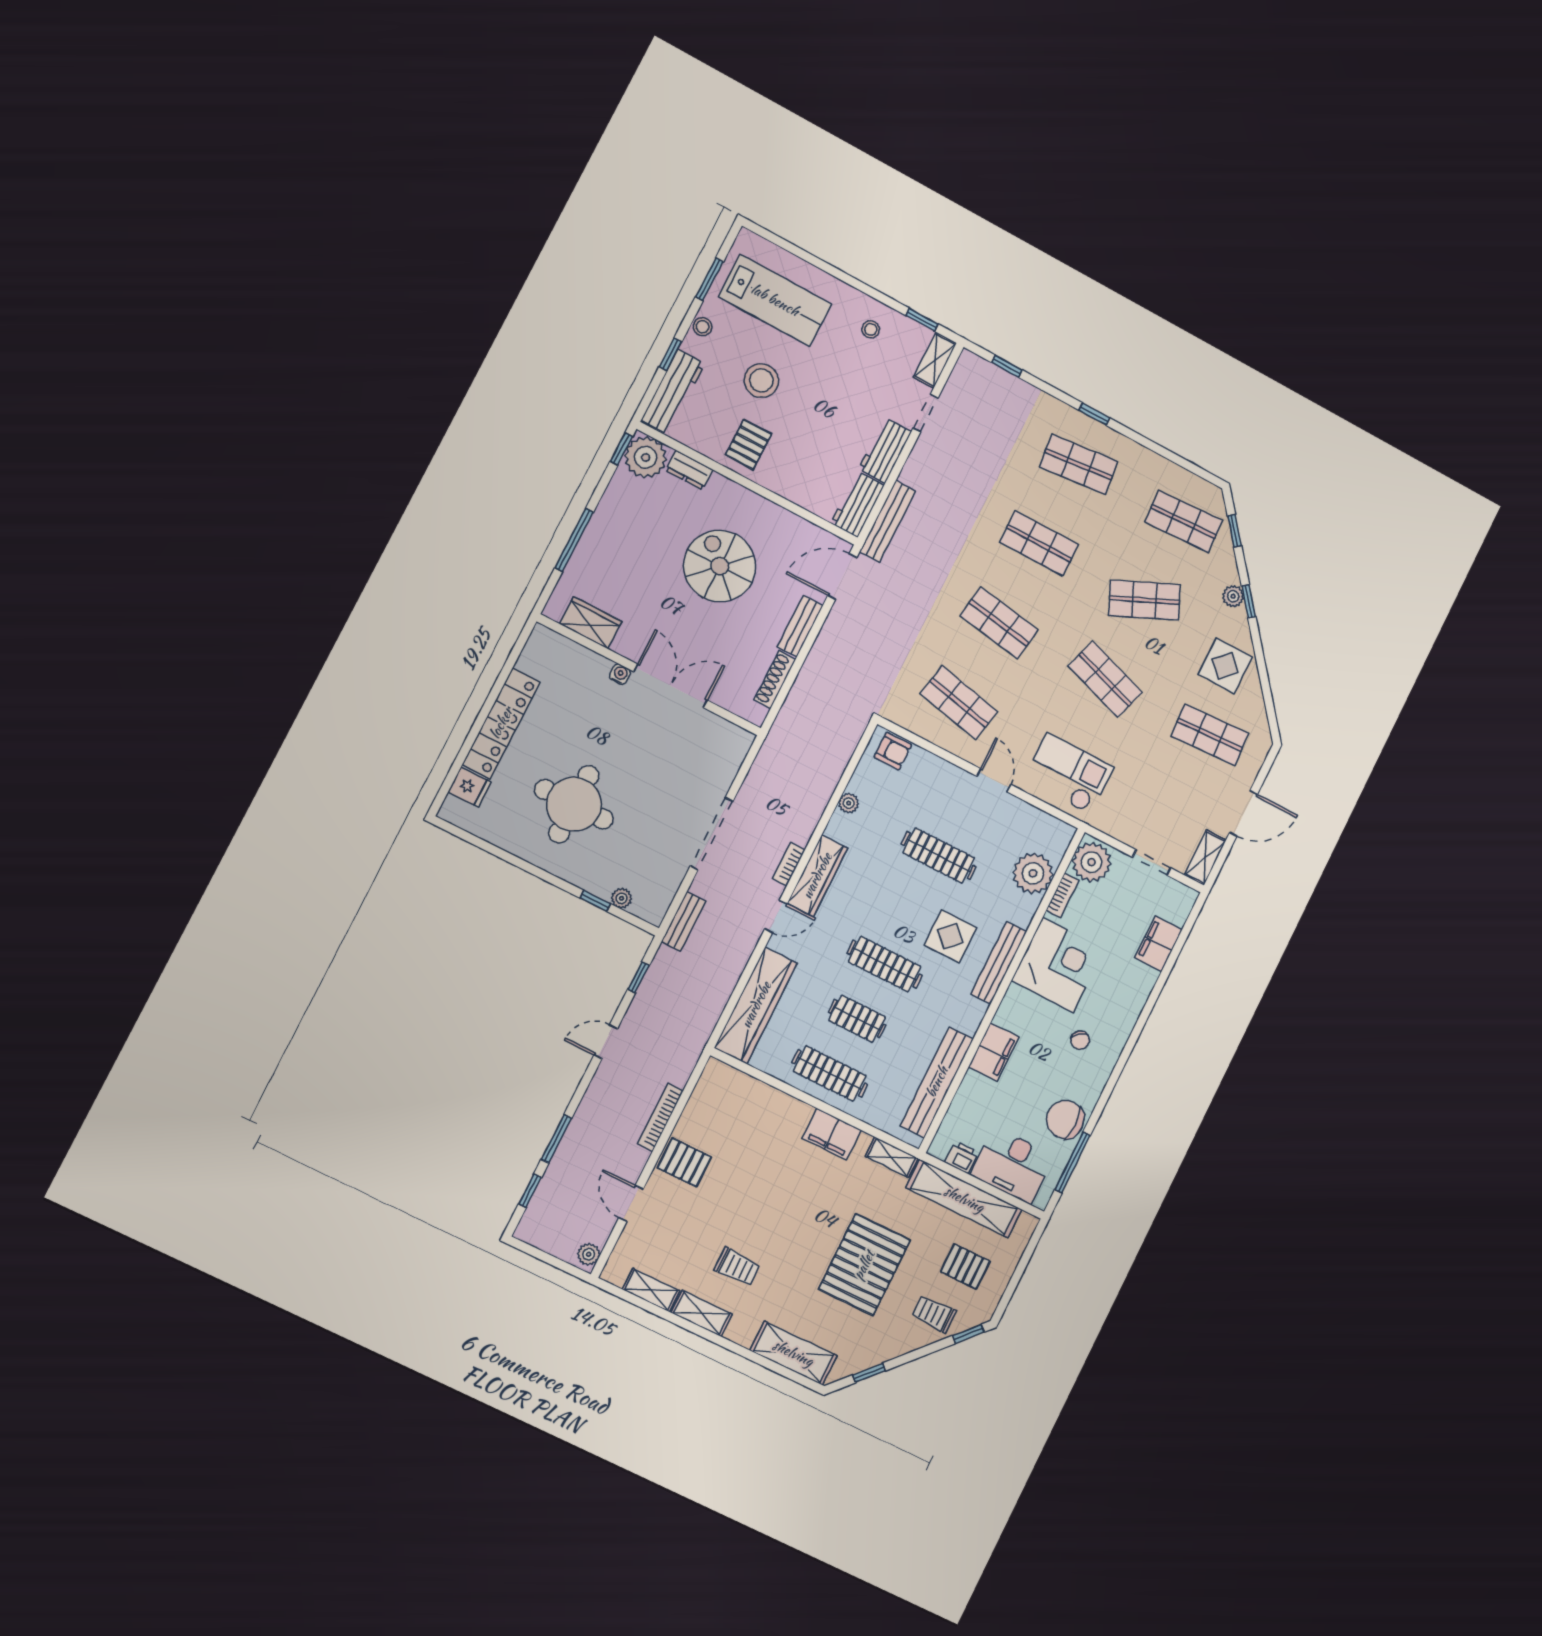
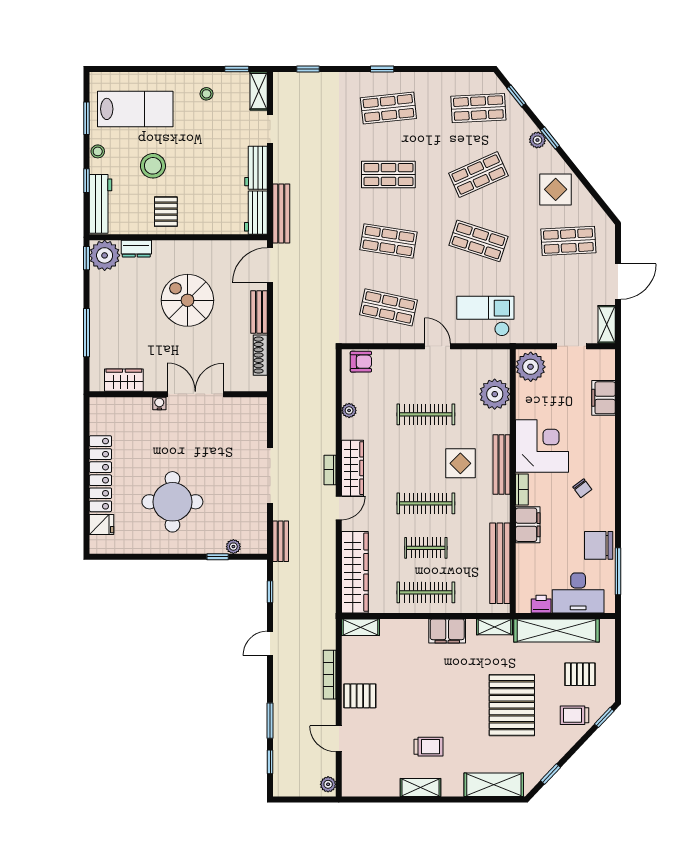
bookcase: (1062, 895) -> (522, 489), moved
shelving: (651, 1290) -> (361, 627), moved

